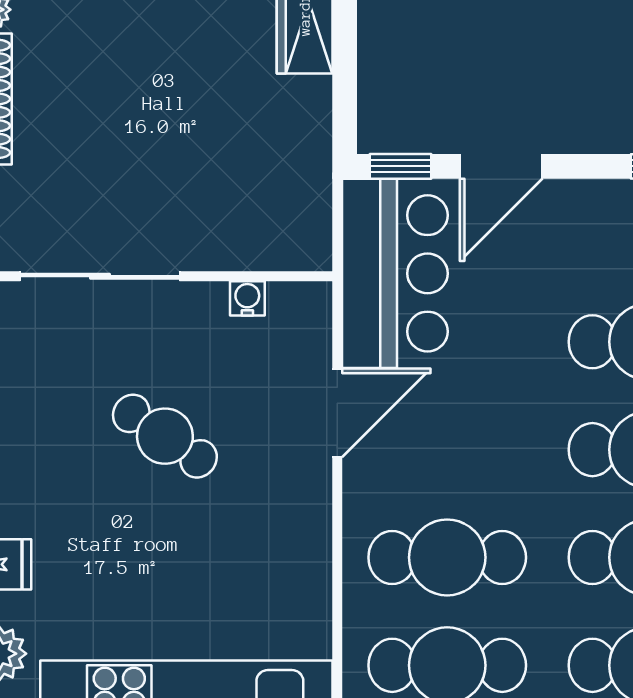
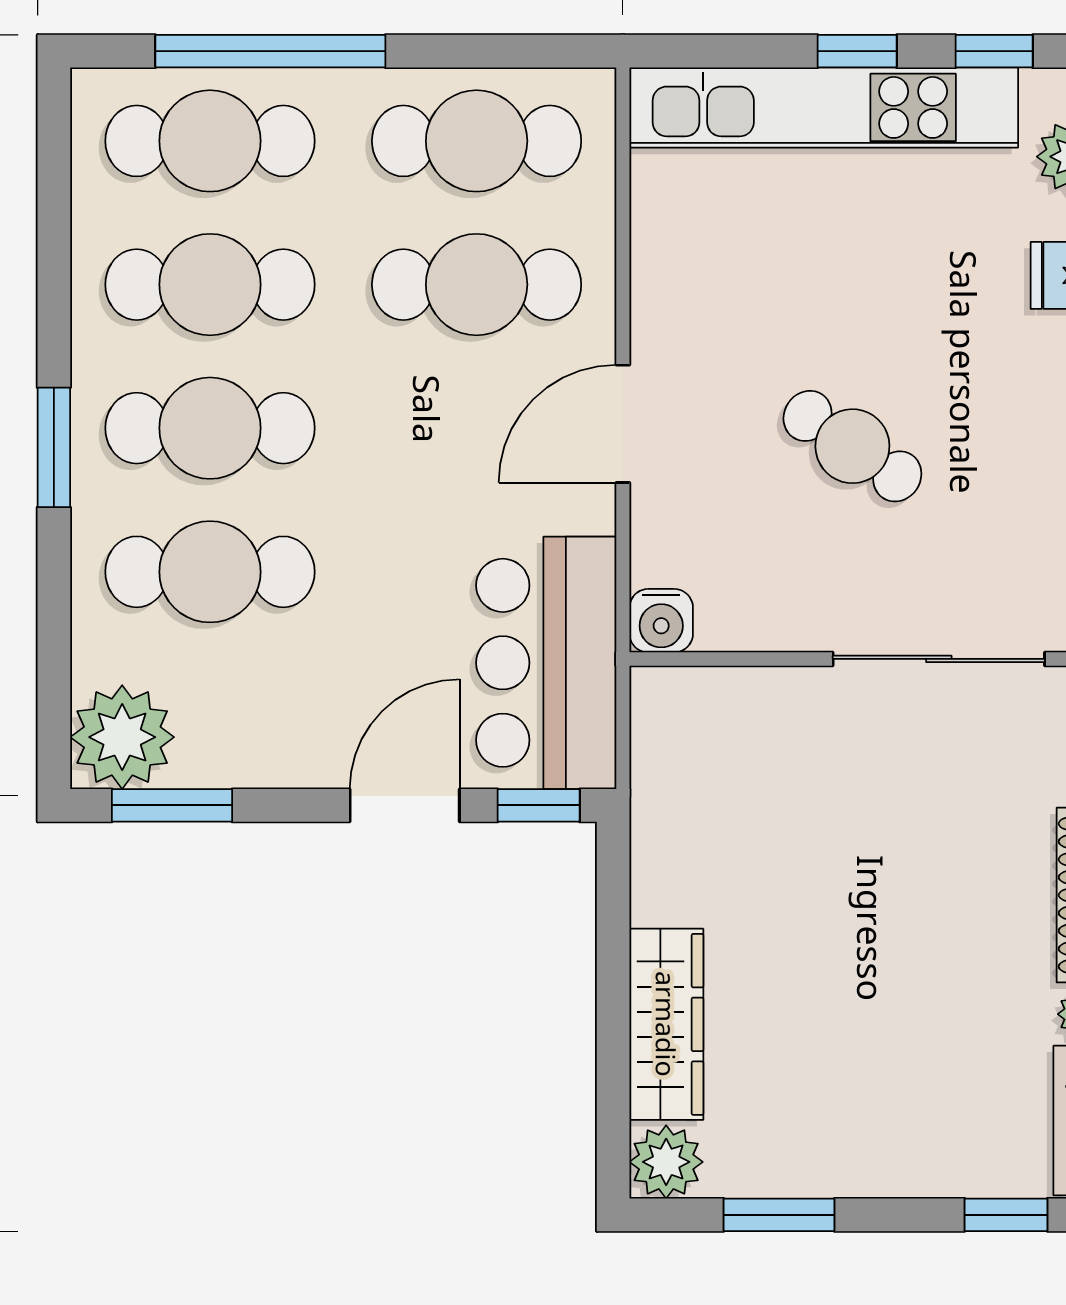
water cooler: (247, 298) -> (661, 621), moved, width x1.38, depth x1.38
door: (337, 413) -> (623, 424), moved

